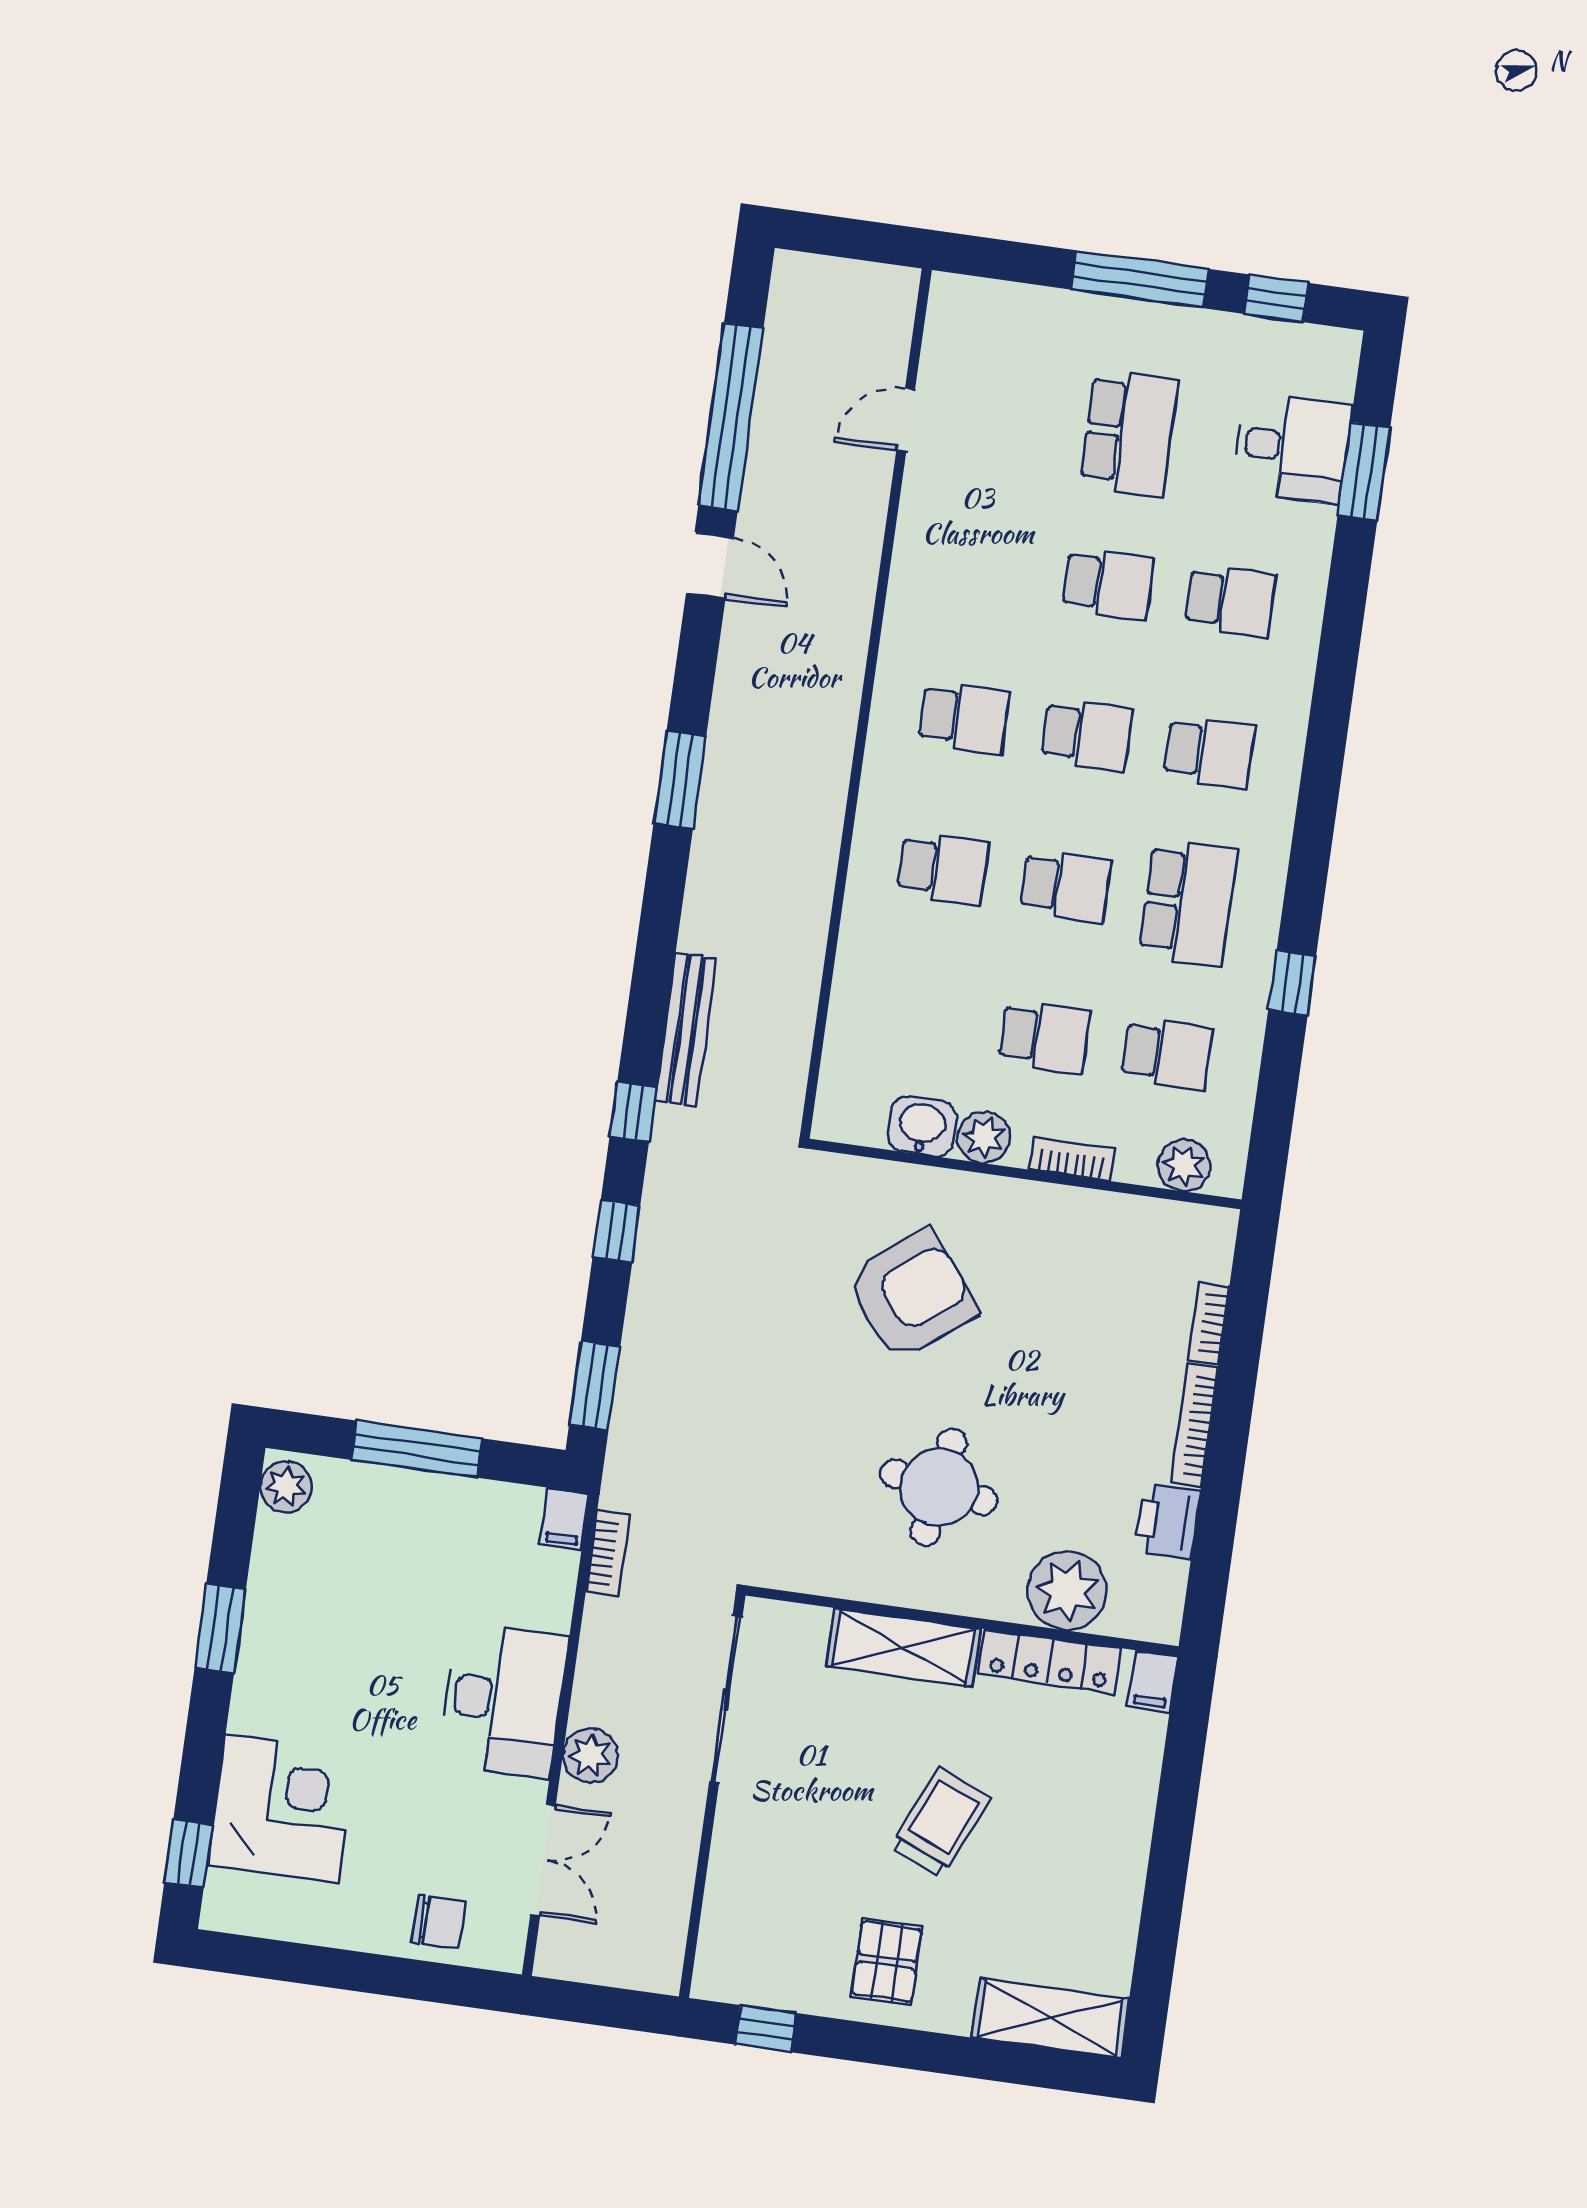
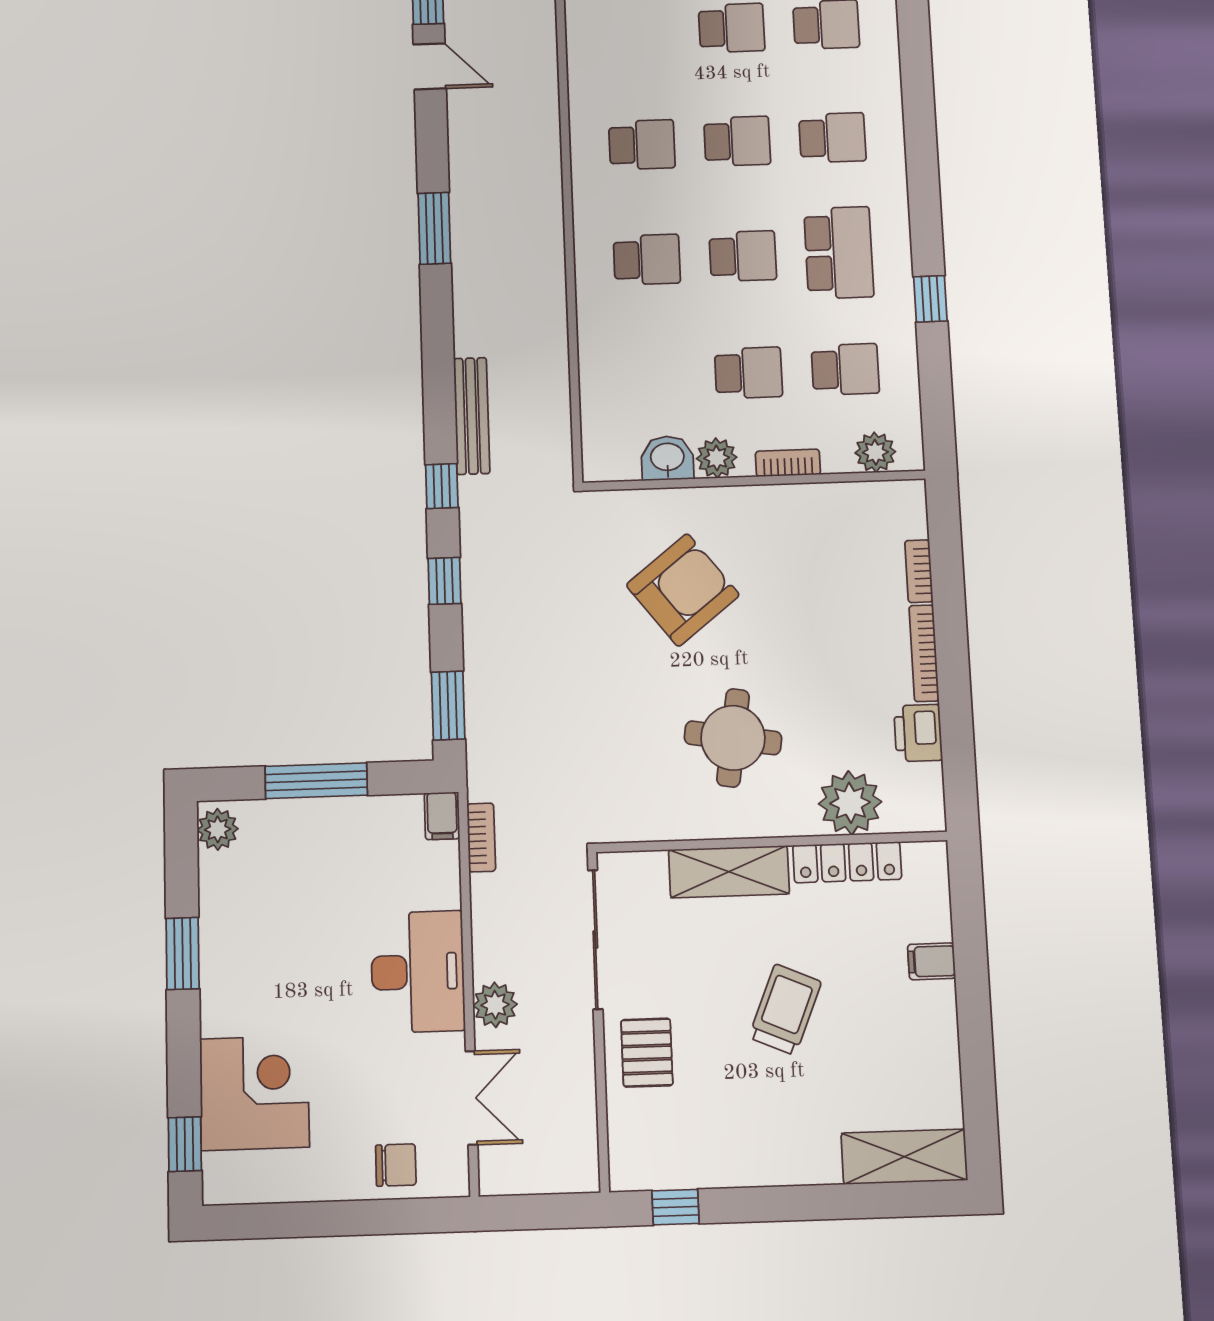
filing cabinet: (1152, 1681) -> (932, 961), moved, turned 90
pallet: (887, 1962) -> (647, 1053), moved

